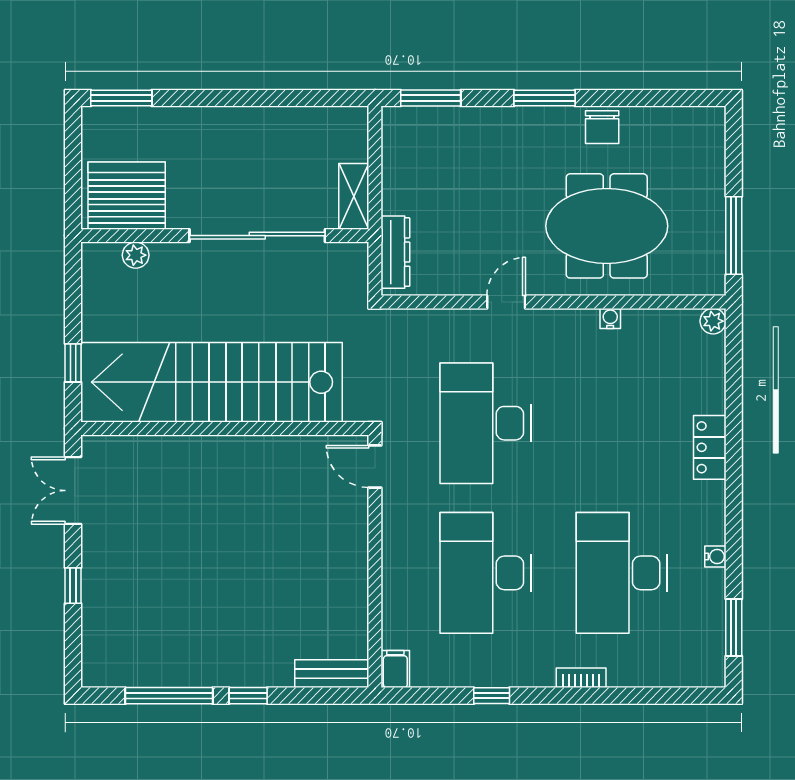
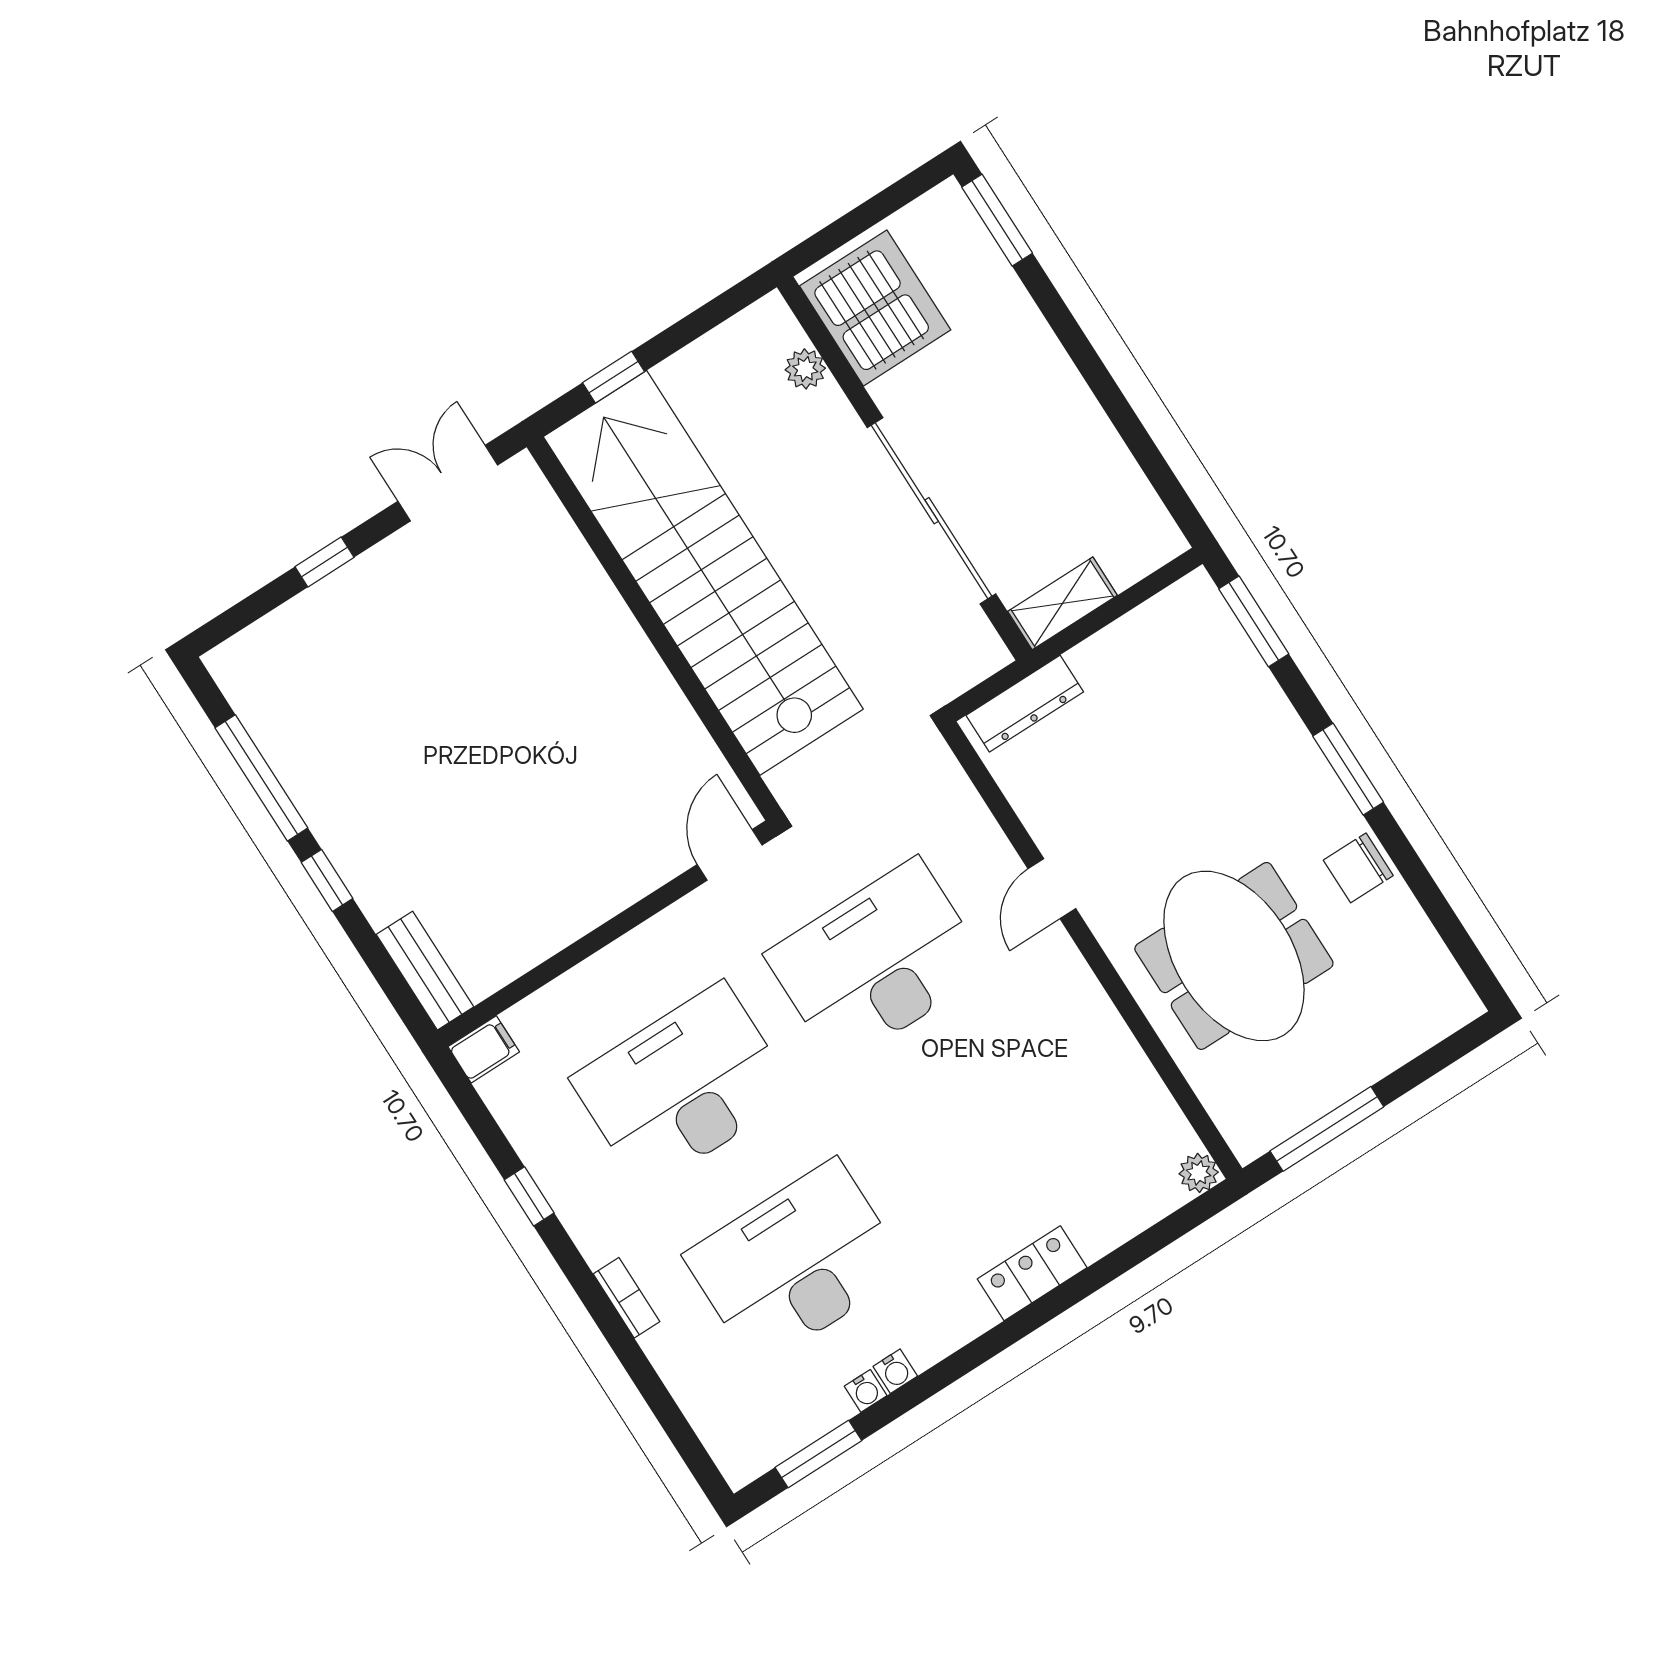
door: (506, 302) -> (1052, 889), swing flipped
water cooler: (610, 318) -> (866, 1391), moved, turned 90

